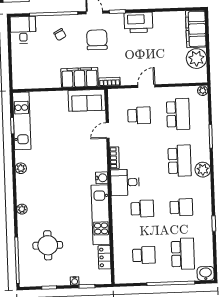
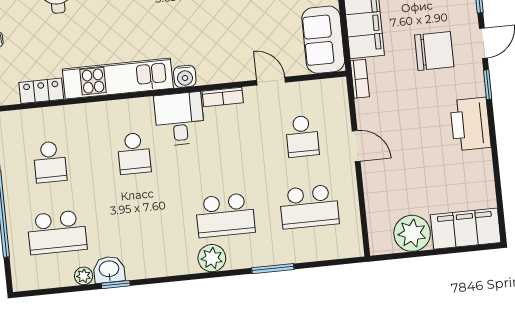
plant: (203, 91) -> (84, 276), moved
school desk: (181, 207) -> (141, 224), removed
washbasin: (206, 273) -> (109, 269), moved, turned -90

